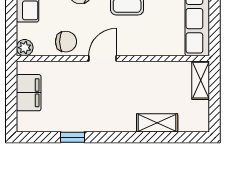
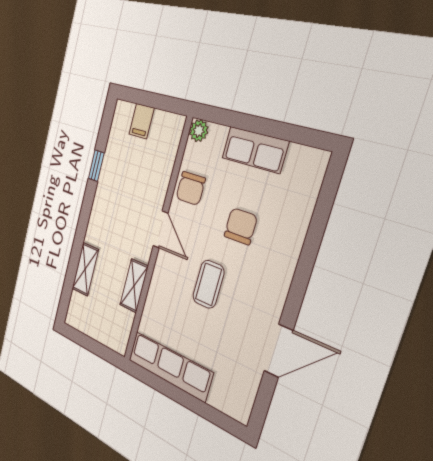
shelving: (201, 80) -> (134, 286), moved, turned 90
filing cabinet: (29, 93) -> (141, 121), width x0.50

